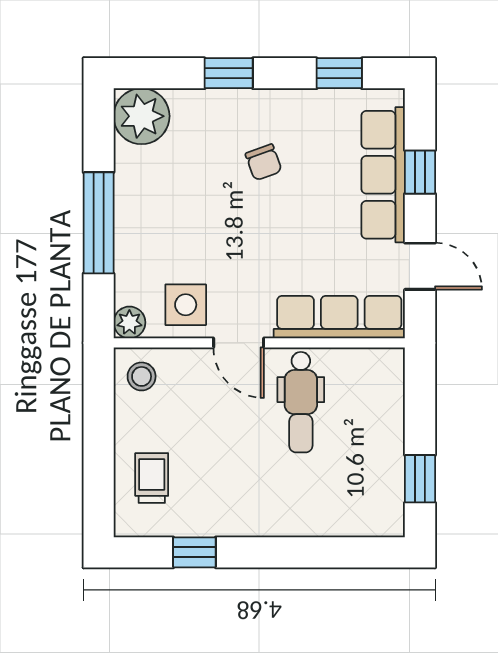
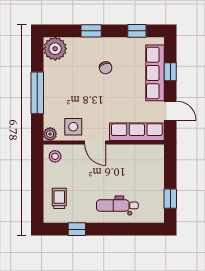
dental chair: (301, 402) -> (117, 205), moved, turned 90

